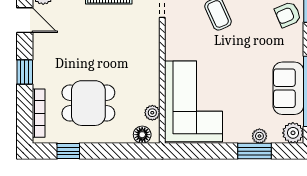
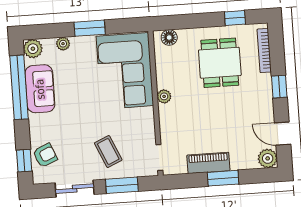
dining table: (88, 103) -> (220, 63), turned 90
plant: (152, 113) -> (164, 96), moved
window: (254, 151) -> (90, 28), moved

